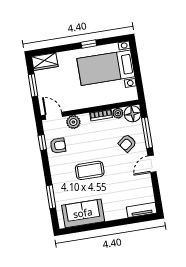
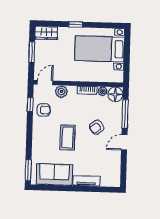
window: (89, 44) -> (76, 24), moved
door: (54, 116) -> (45, 83), hinge flipped
armchair: (127, 143) -> (97, 127), moved
coffee table: (90, 170) -> (68, 137), turned 90
window: (51, 197) -> (28, 170), moved
tv unit: (142, 210) -> (86, 181), moved

